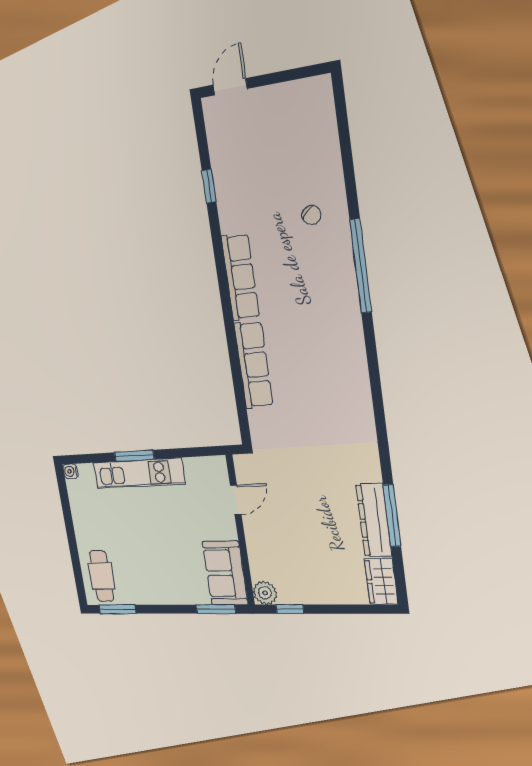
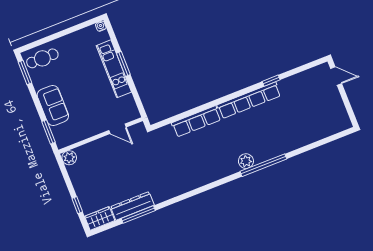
window: (209, 186) -> (271, 81), moved
chair: (312, 215) -> (282, 134), removed
row of seats: (240, 277) -> (249, 100), width x1.36
plant: (345, 296) -> (246, 161), added
sofa: (225, 573) -> (53, 105), moved, turned 90
window: (290, 609) -> (77, 205), moved

